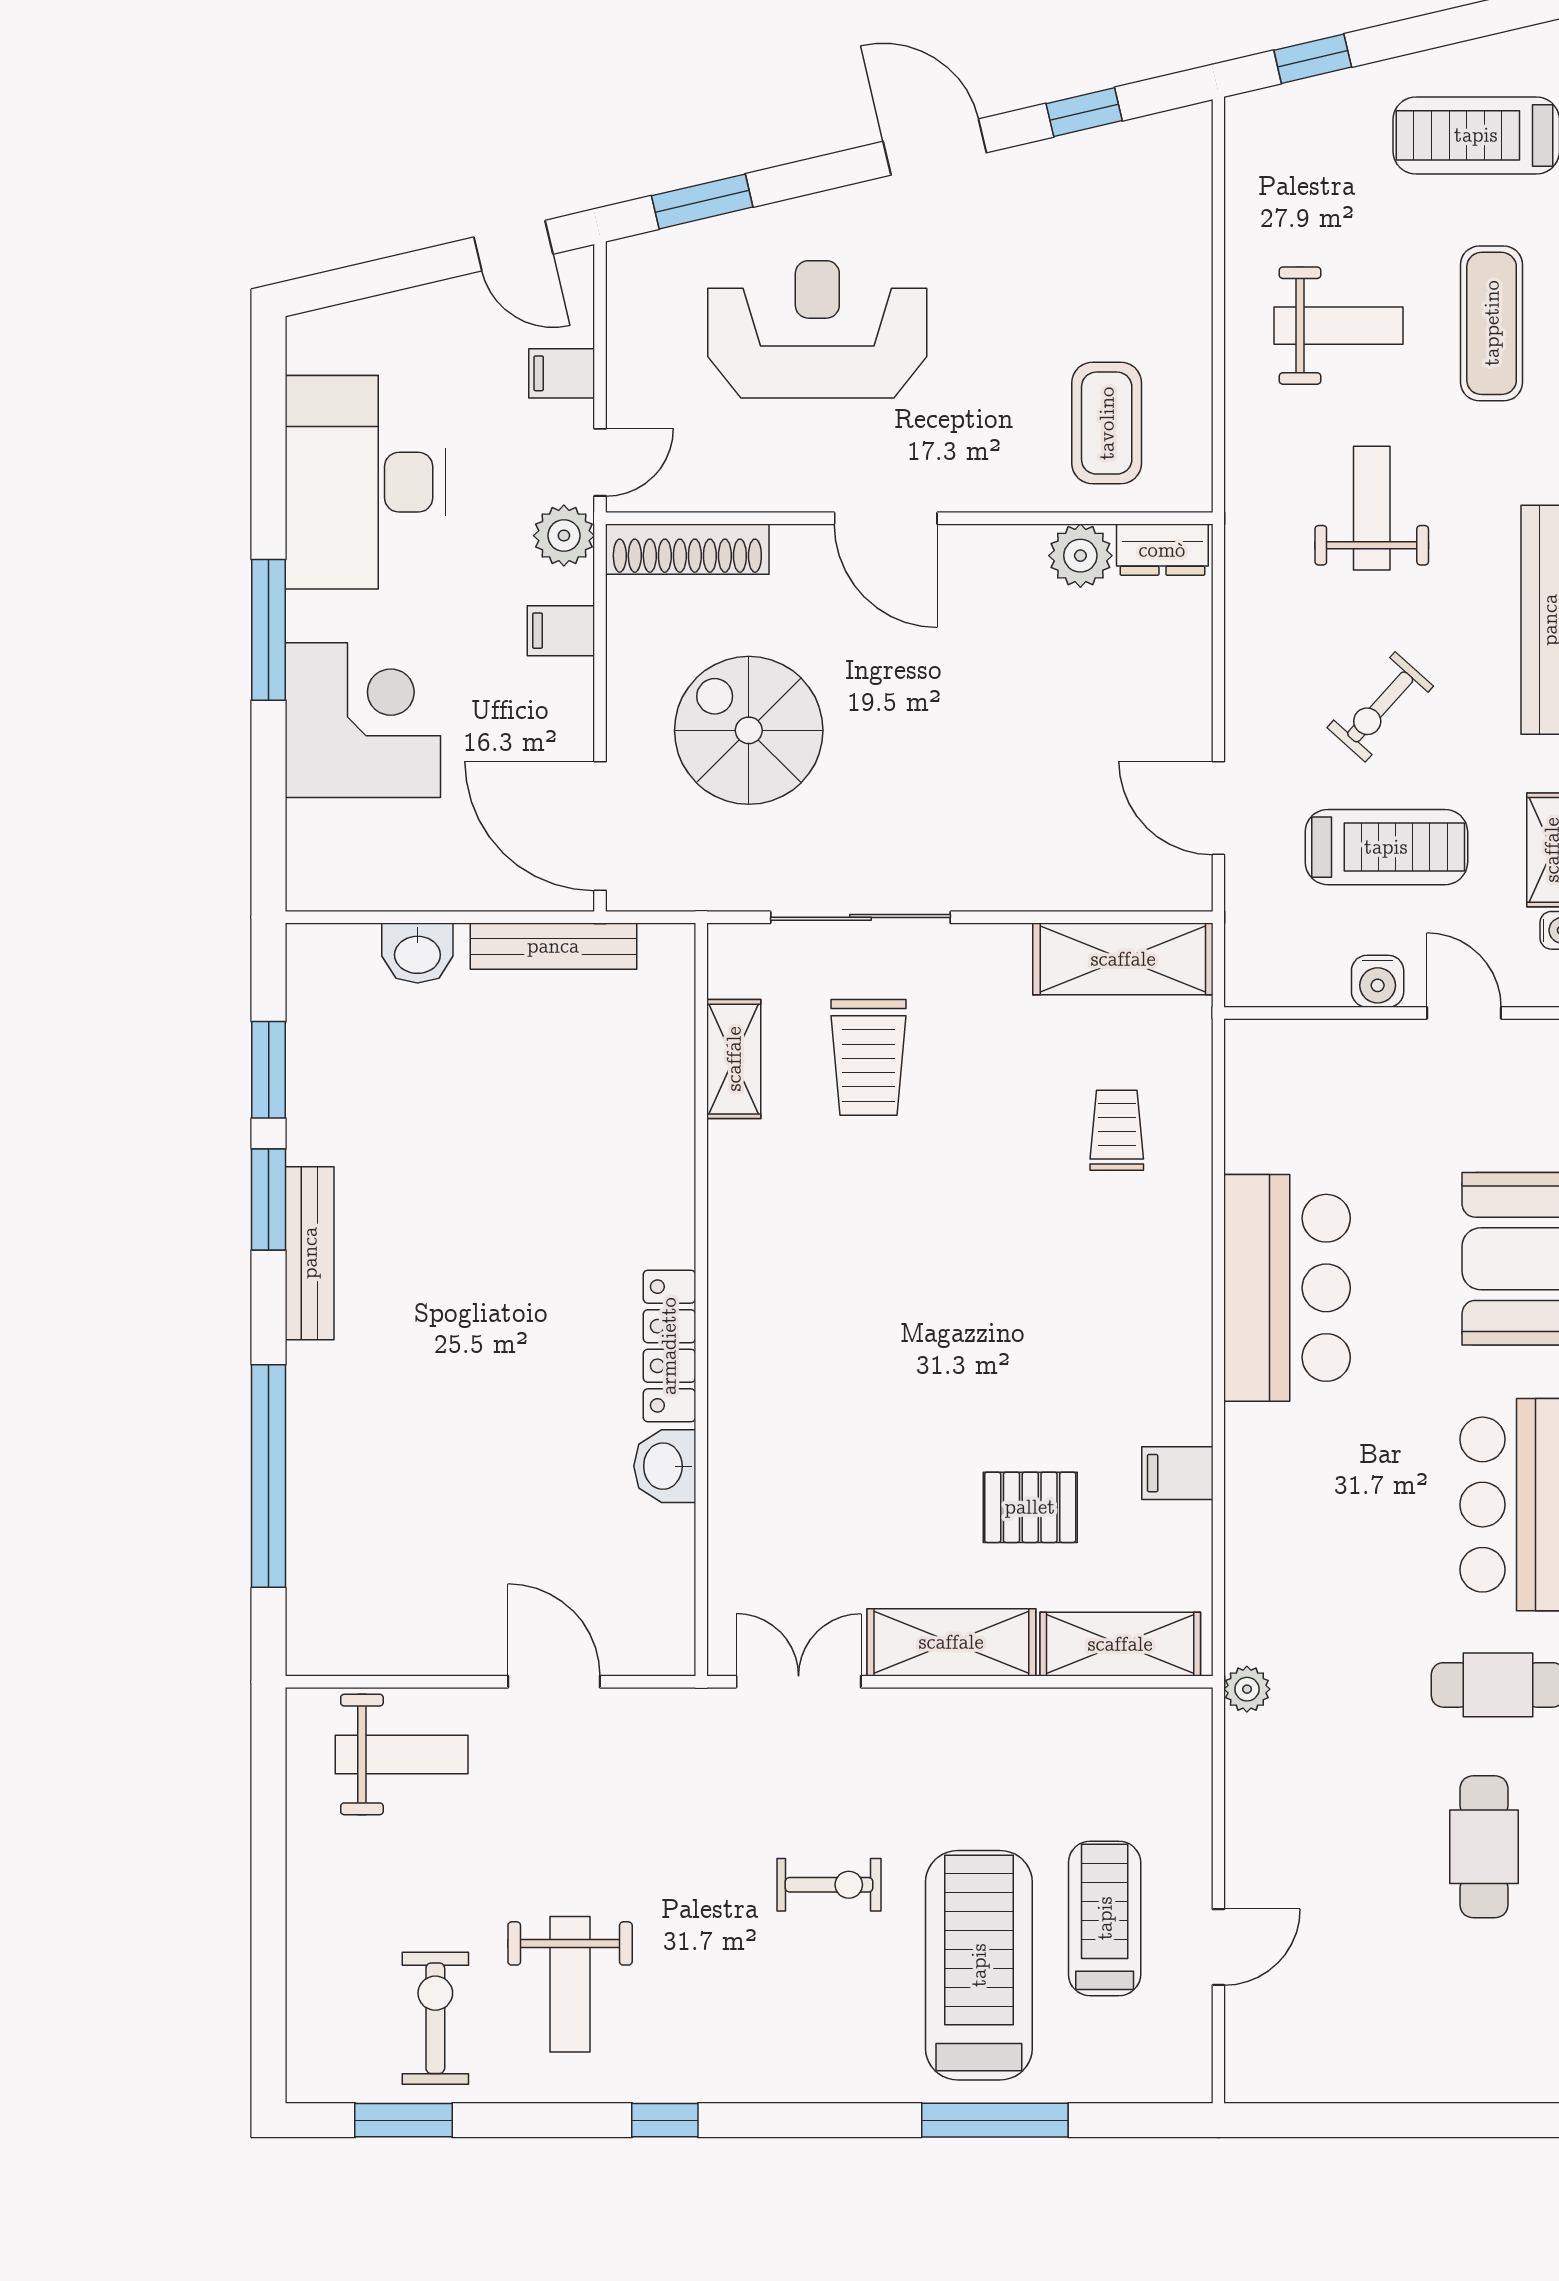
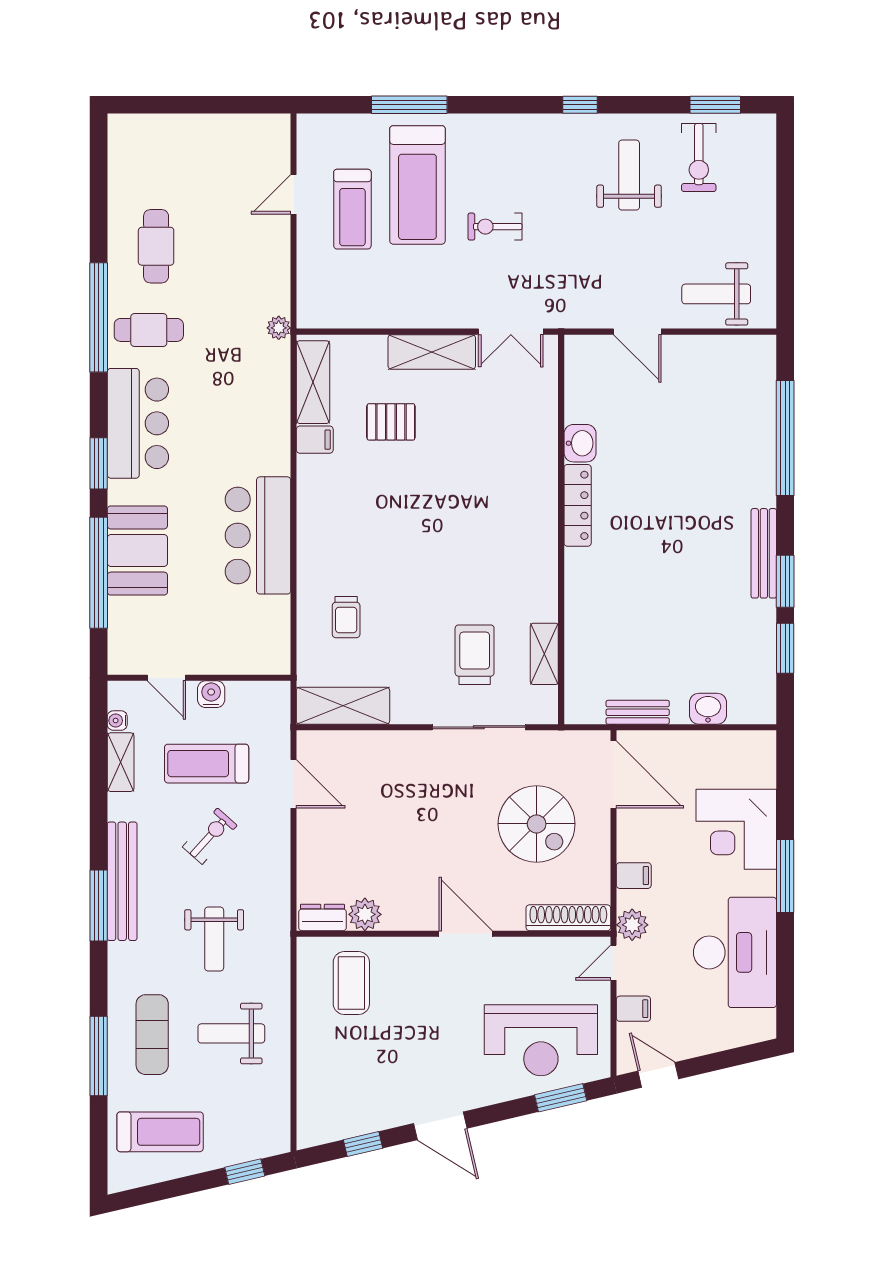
reception desk: (817, 329) -> (541, 1040), moved
bench: (553, 946) -> (638, 712), width x0.73
shelving: (1120, 1644) -> (313, 382), moved, turned 90

